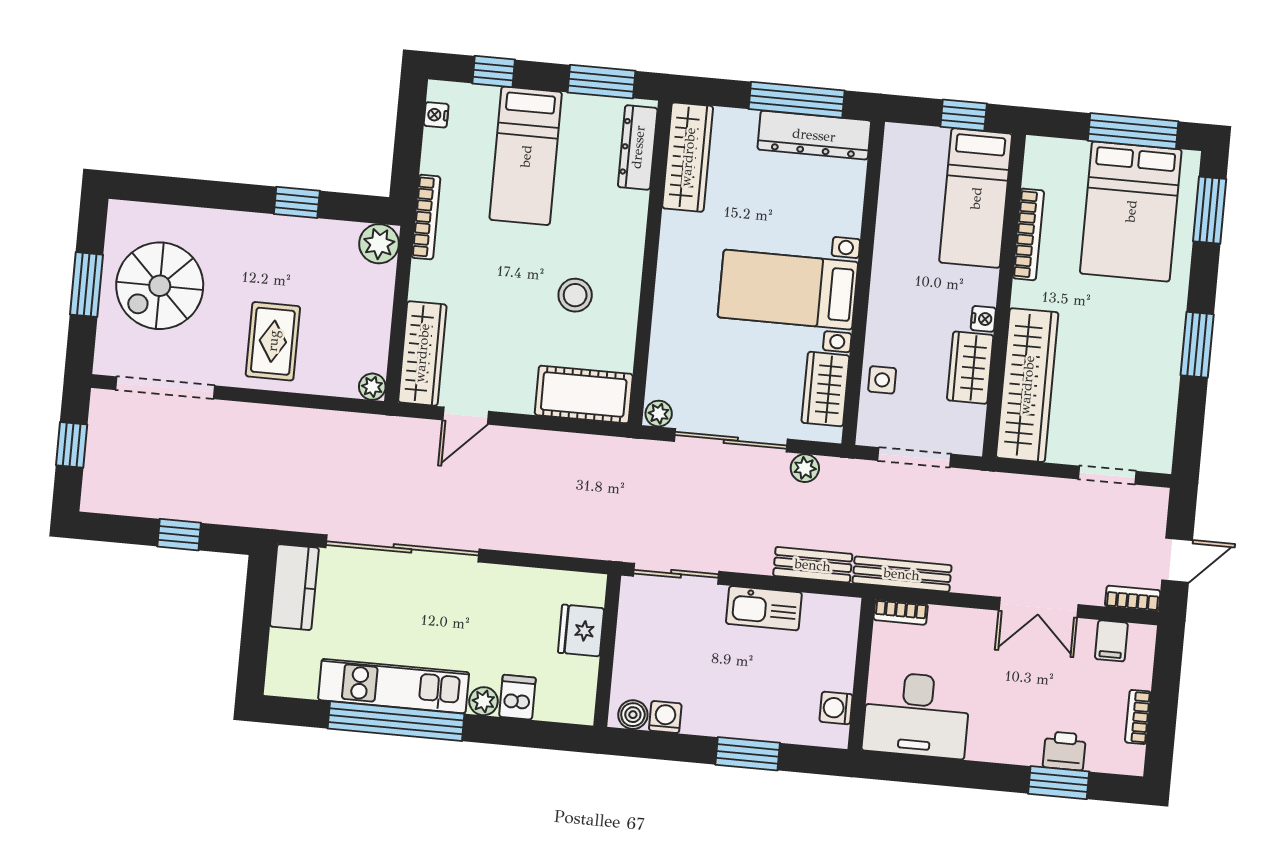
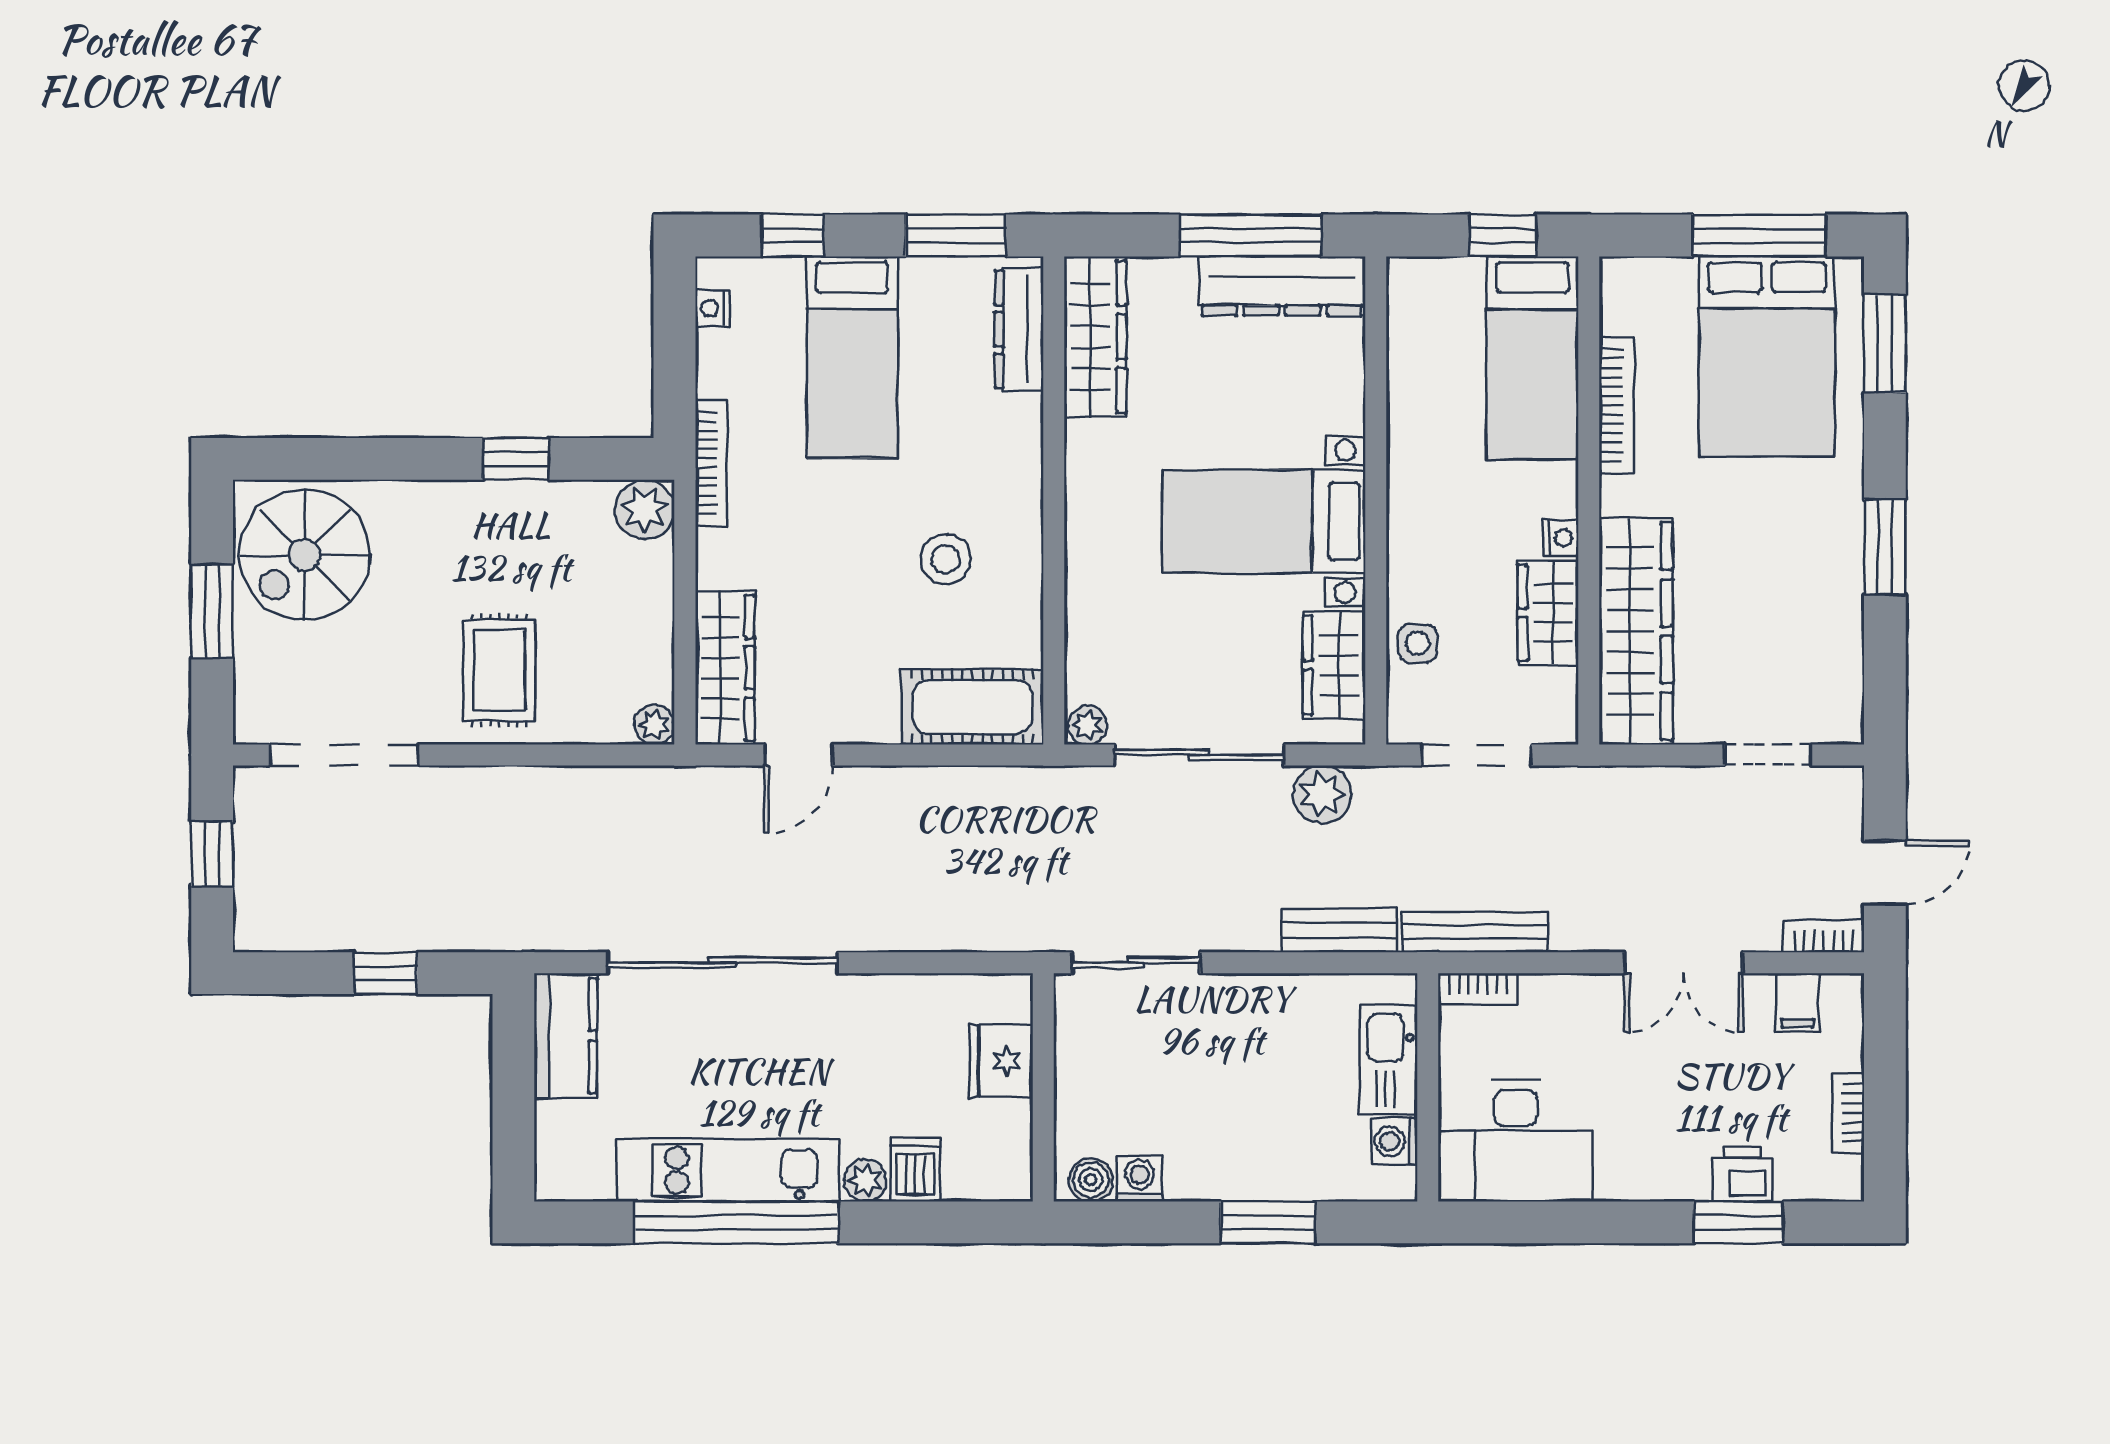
spiral stairs: (160, 286) -> (304, 555), moved
plant: (805, 468) -> (1322, 794), width x1.38, depth x1.38
kitchen sink: (764, 608) -> (1388, 1060), moved, turned 90

